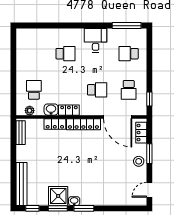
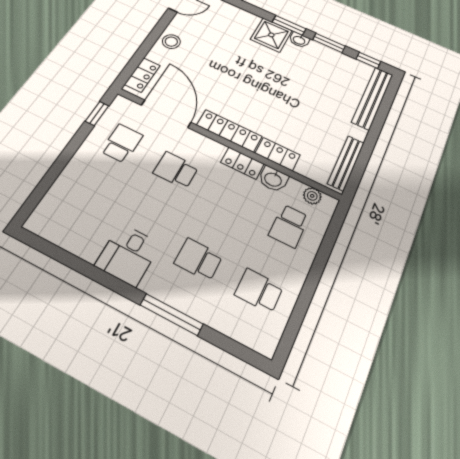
window: (127, 26) -> (172, 314), moved
school desk: (129, 54) -> (259, 291), moved, turned 180
bench: (21, 133) -> (346, 163), width x1.36
window: (149, 154) -> (149, 43), removed
shower: (58, 196) -> (271, 35), moved

